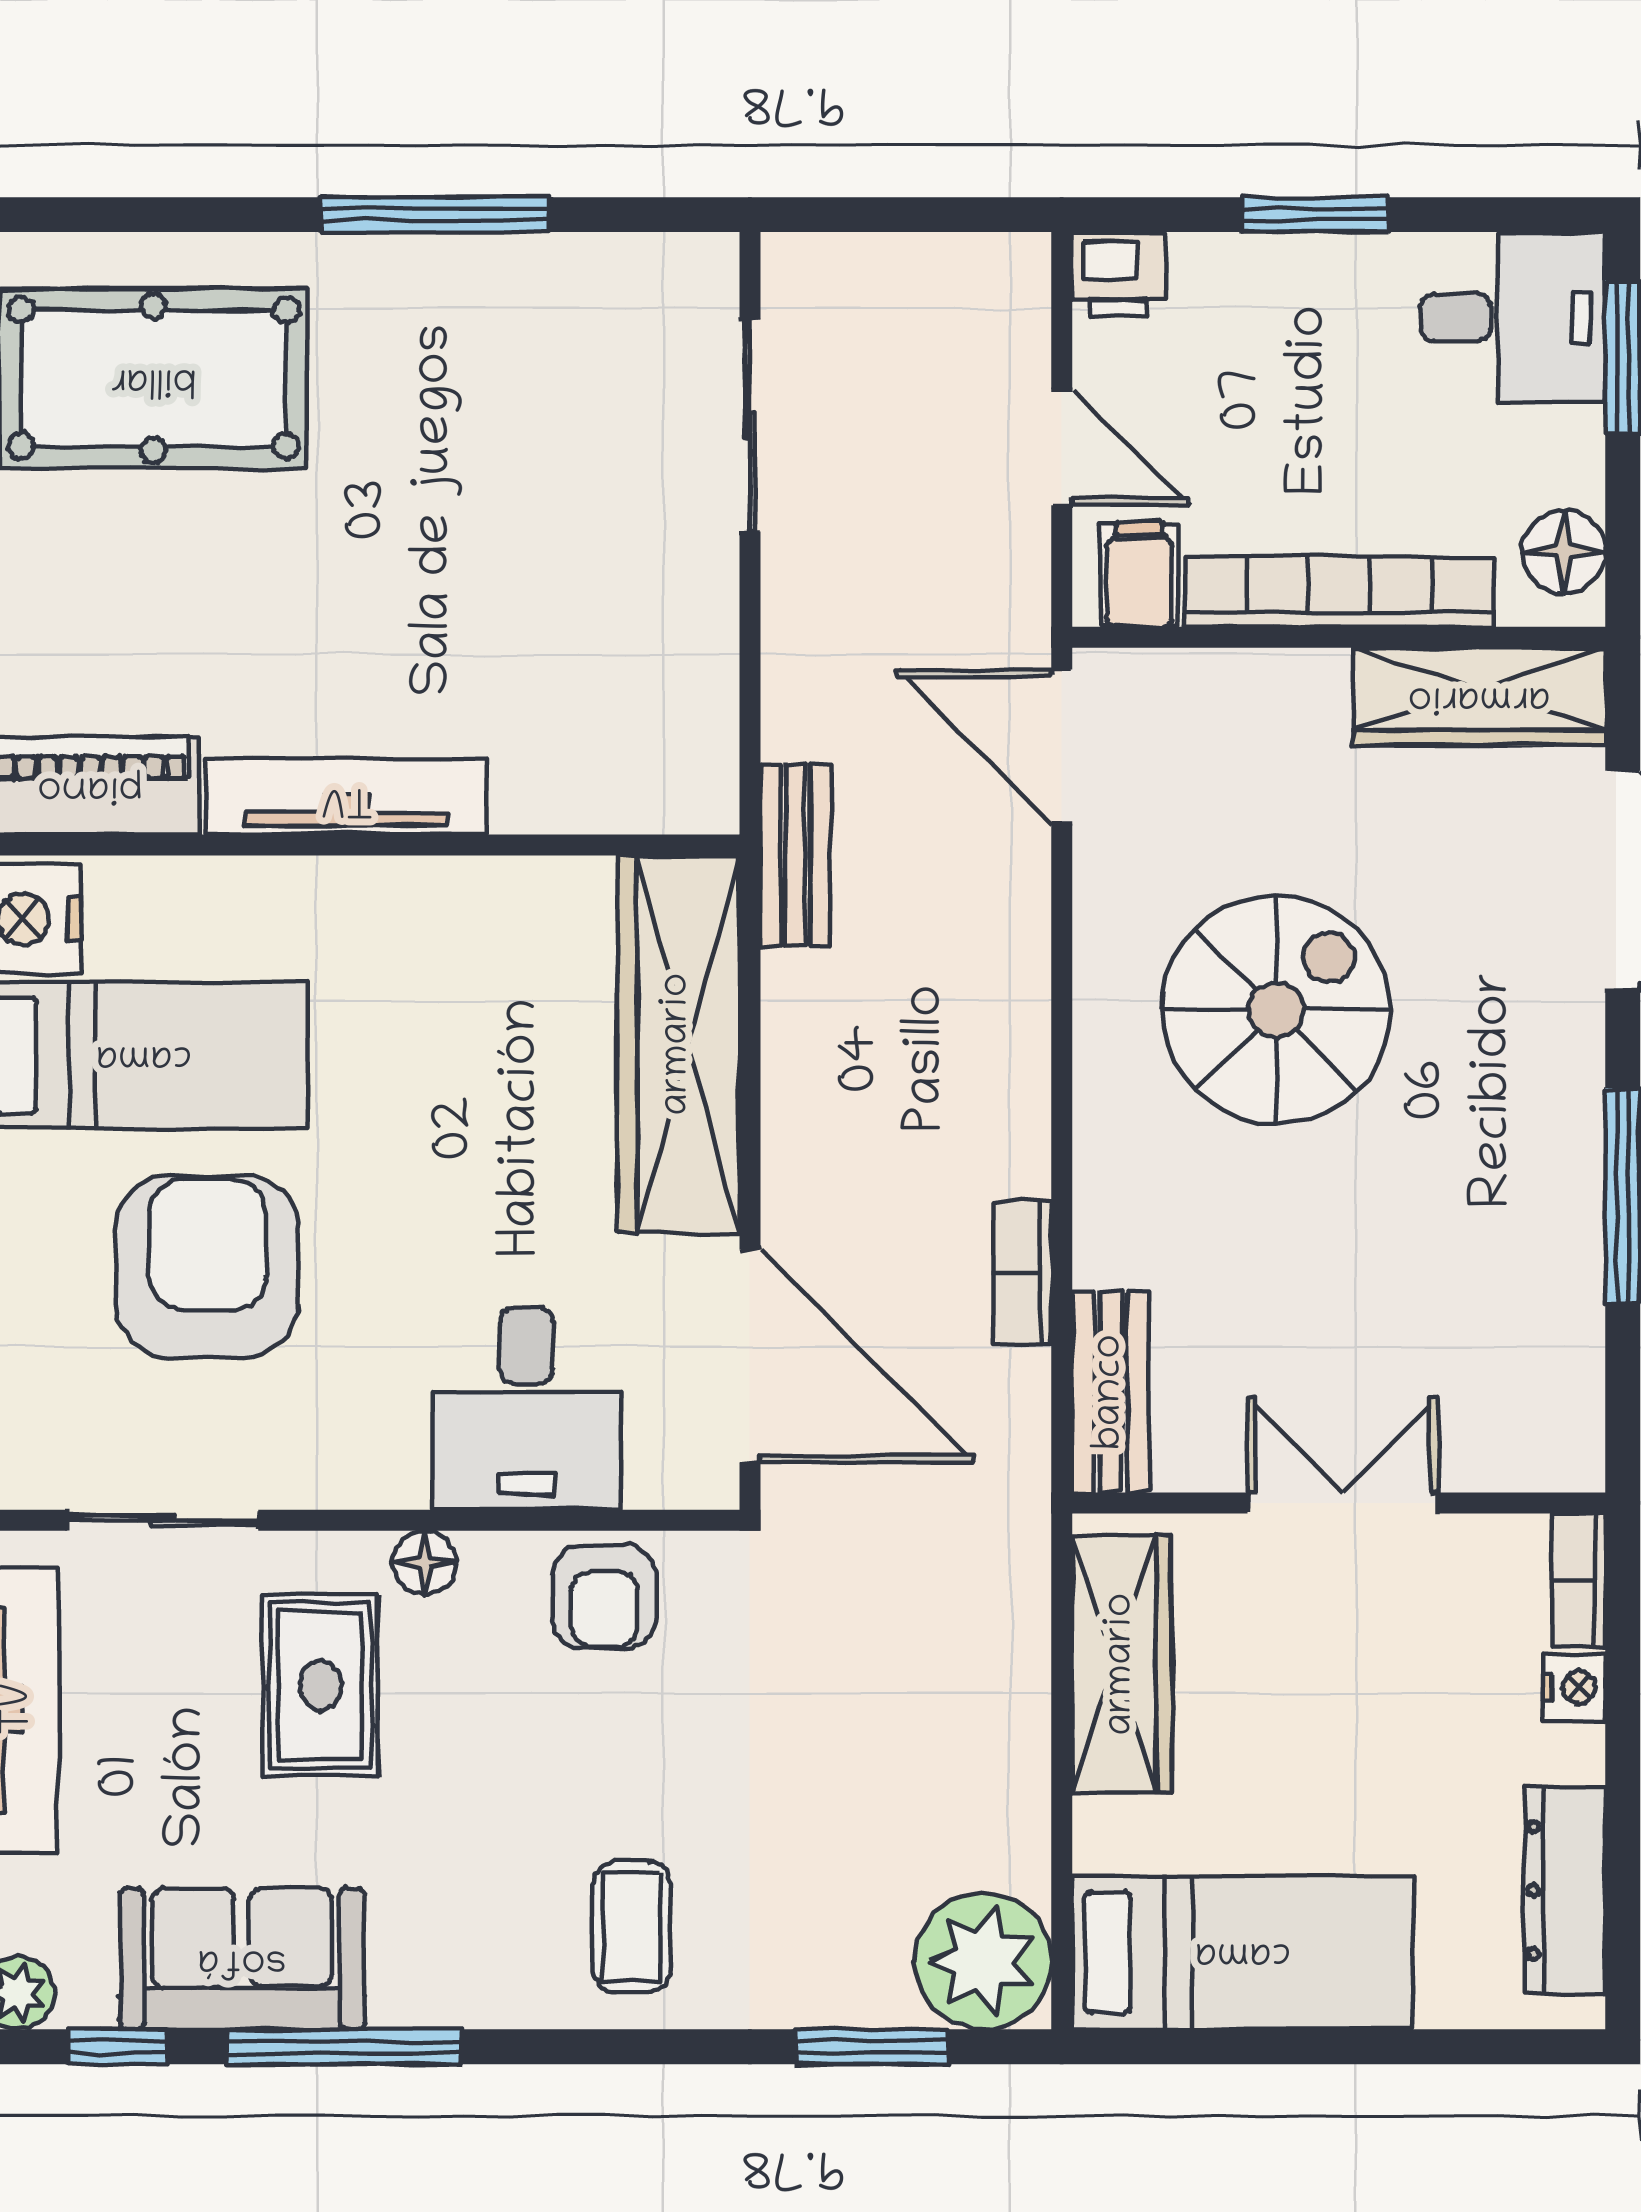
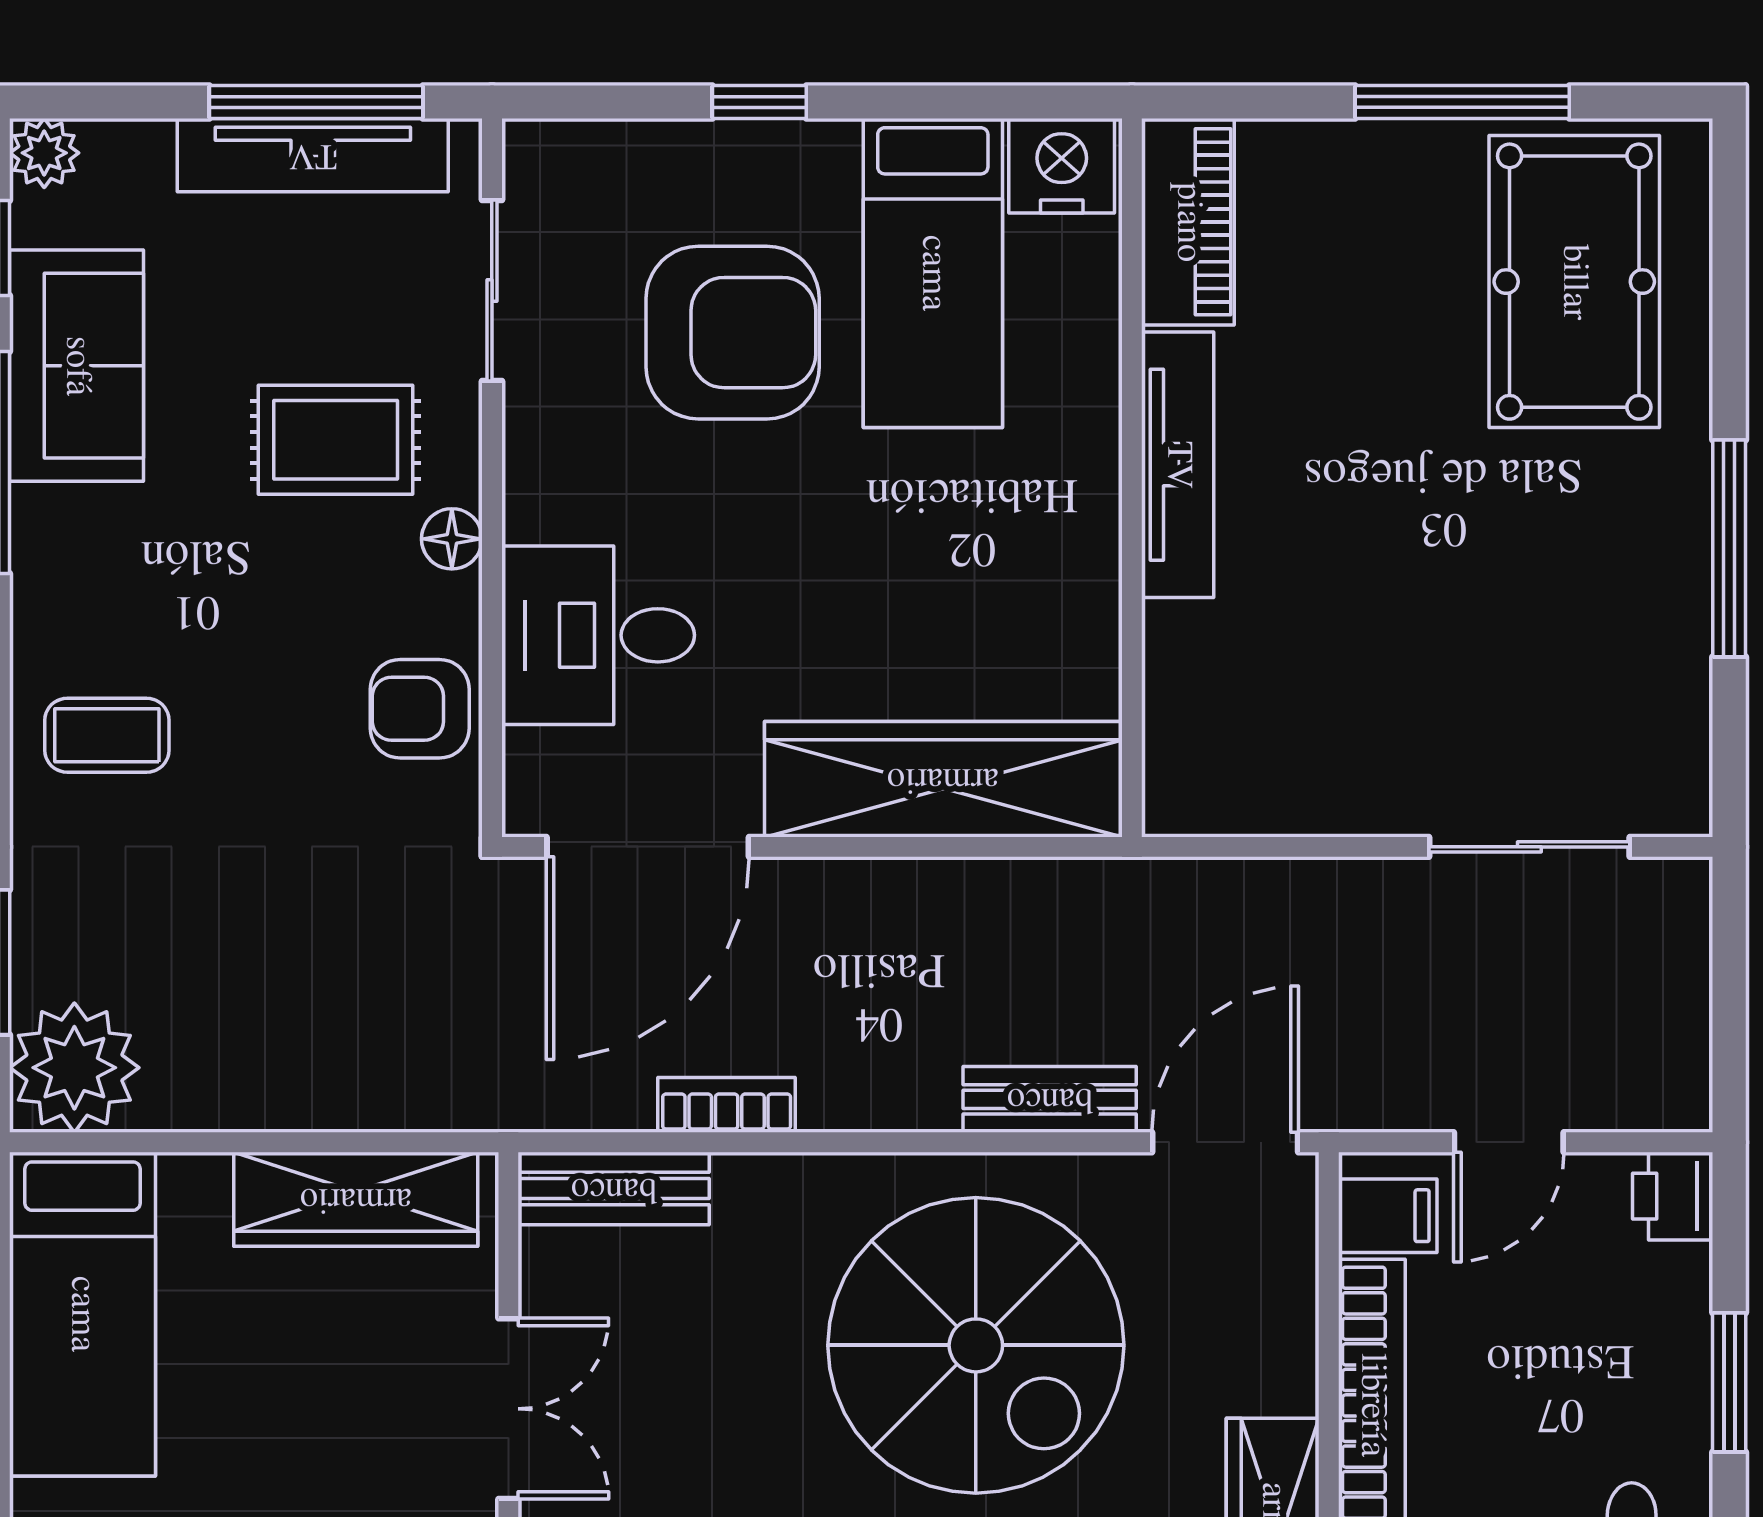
bench: (795, 855) -> (1050, 1099), moved
spiral stairs: (1276, 1010) -> (976, 1345), width x1.37, depth x1.37

